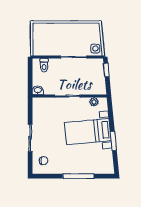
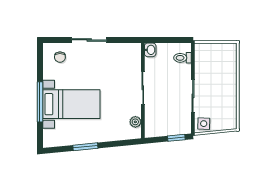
bed with nightstands: (88, 132) -> (71, 104), moved, turned 96

